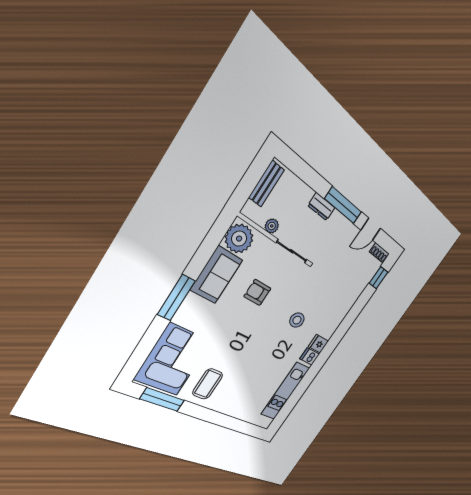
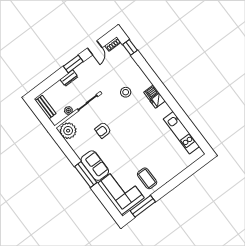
window: (343, 205) -> (73, 64), width x0.69
sofa: (216, 275) -> (95, 166), moved
stool: (297, 320) -> (126, 92), moved
dishwasher: (310, 357) -> (151, 92), moved

